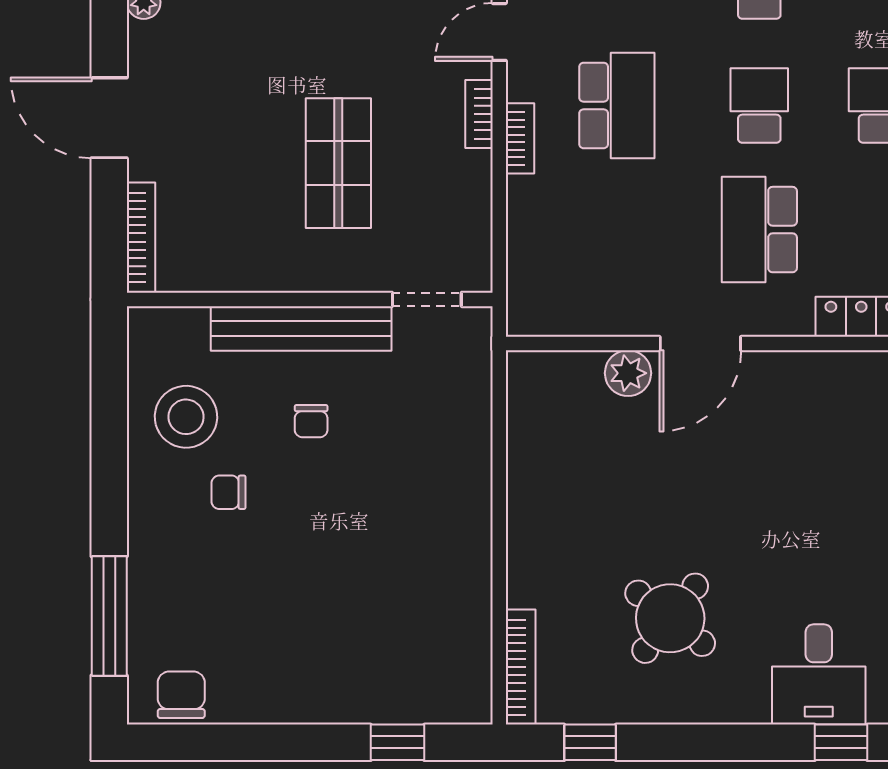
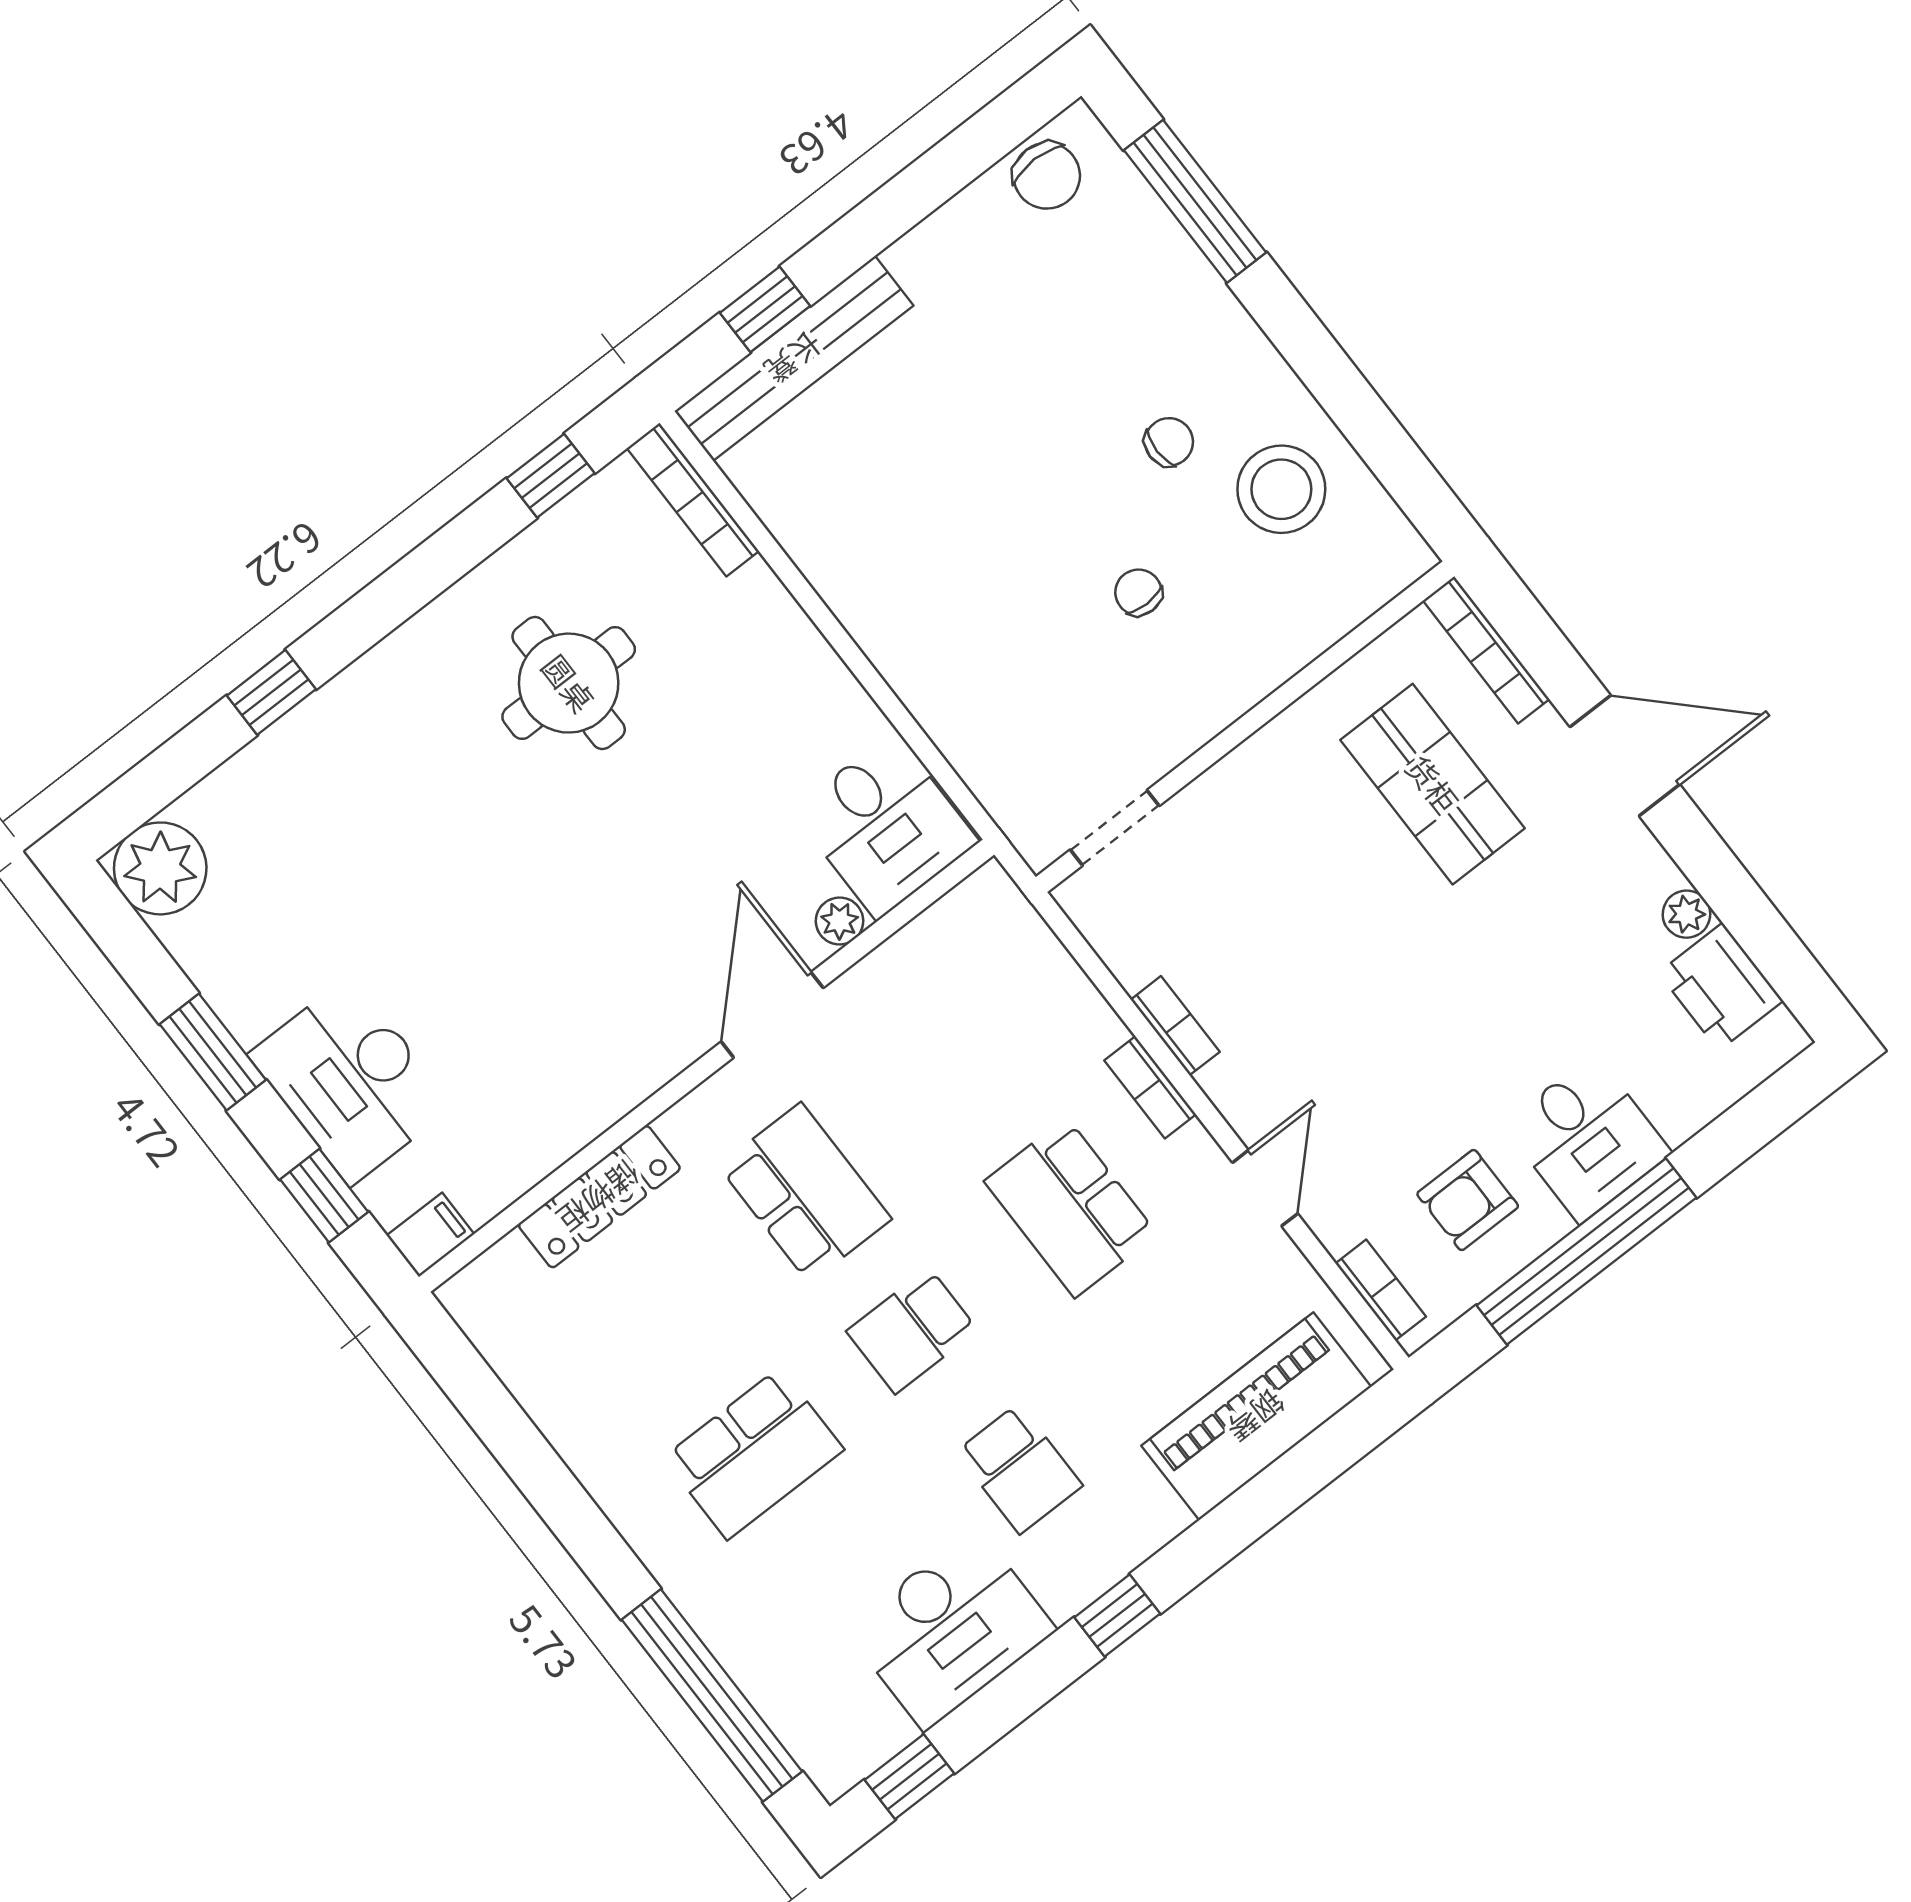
school desk: (759, 105) -> (912, 1331), turned 90
bookcase: (479, 114) -> (1175, 1026), moved
shop shelf: (338, 163) -> (1433, 784), moved
bench: (301, 328) -> (794, 358), moved
plant: (628, 373) -> (840, 921), width x0.73, depth x0.73
round table: (670, 618) -> (569, 683), turned -38
desk: (819, 674) -> (885, 826), moved, turned 180

